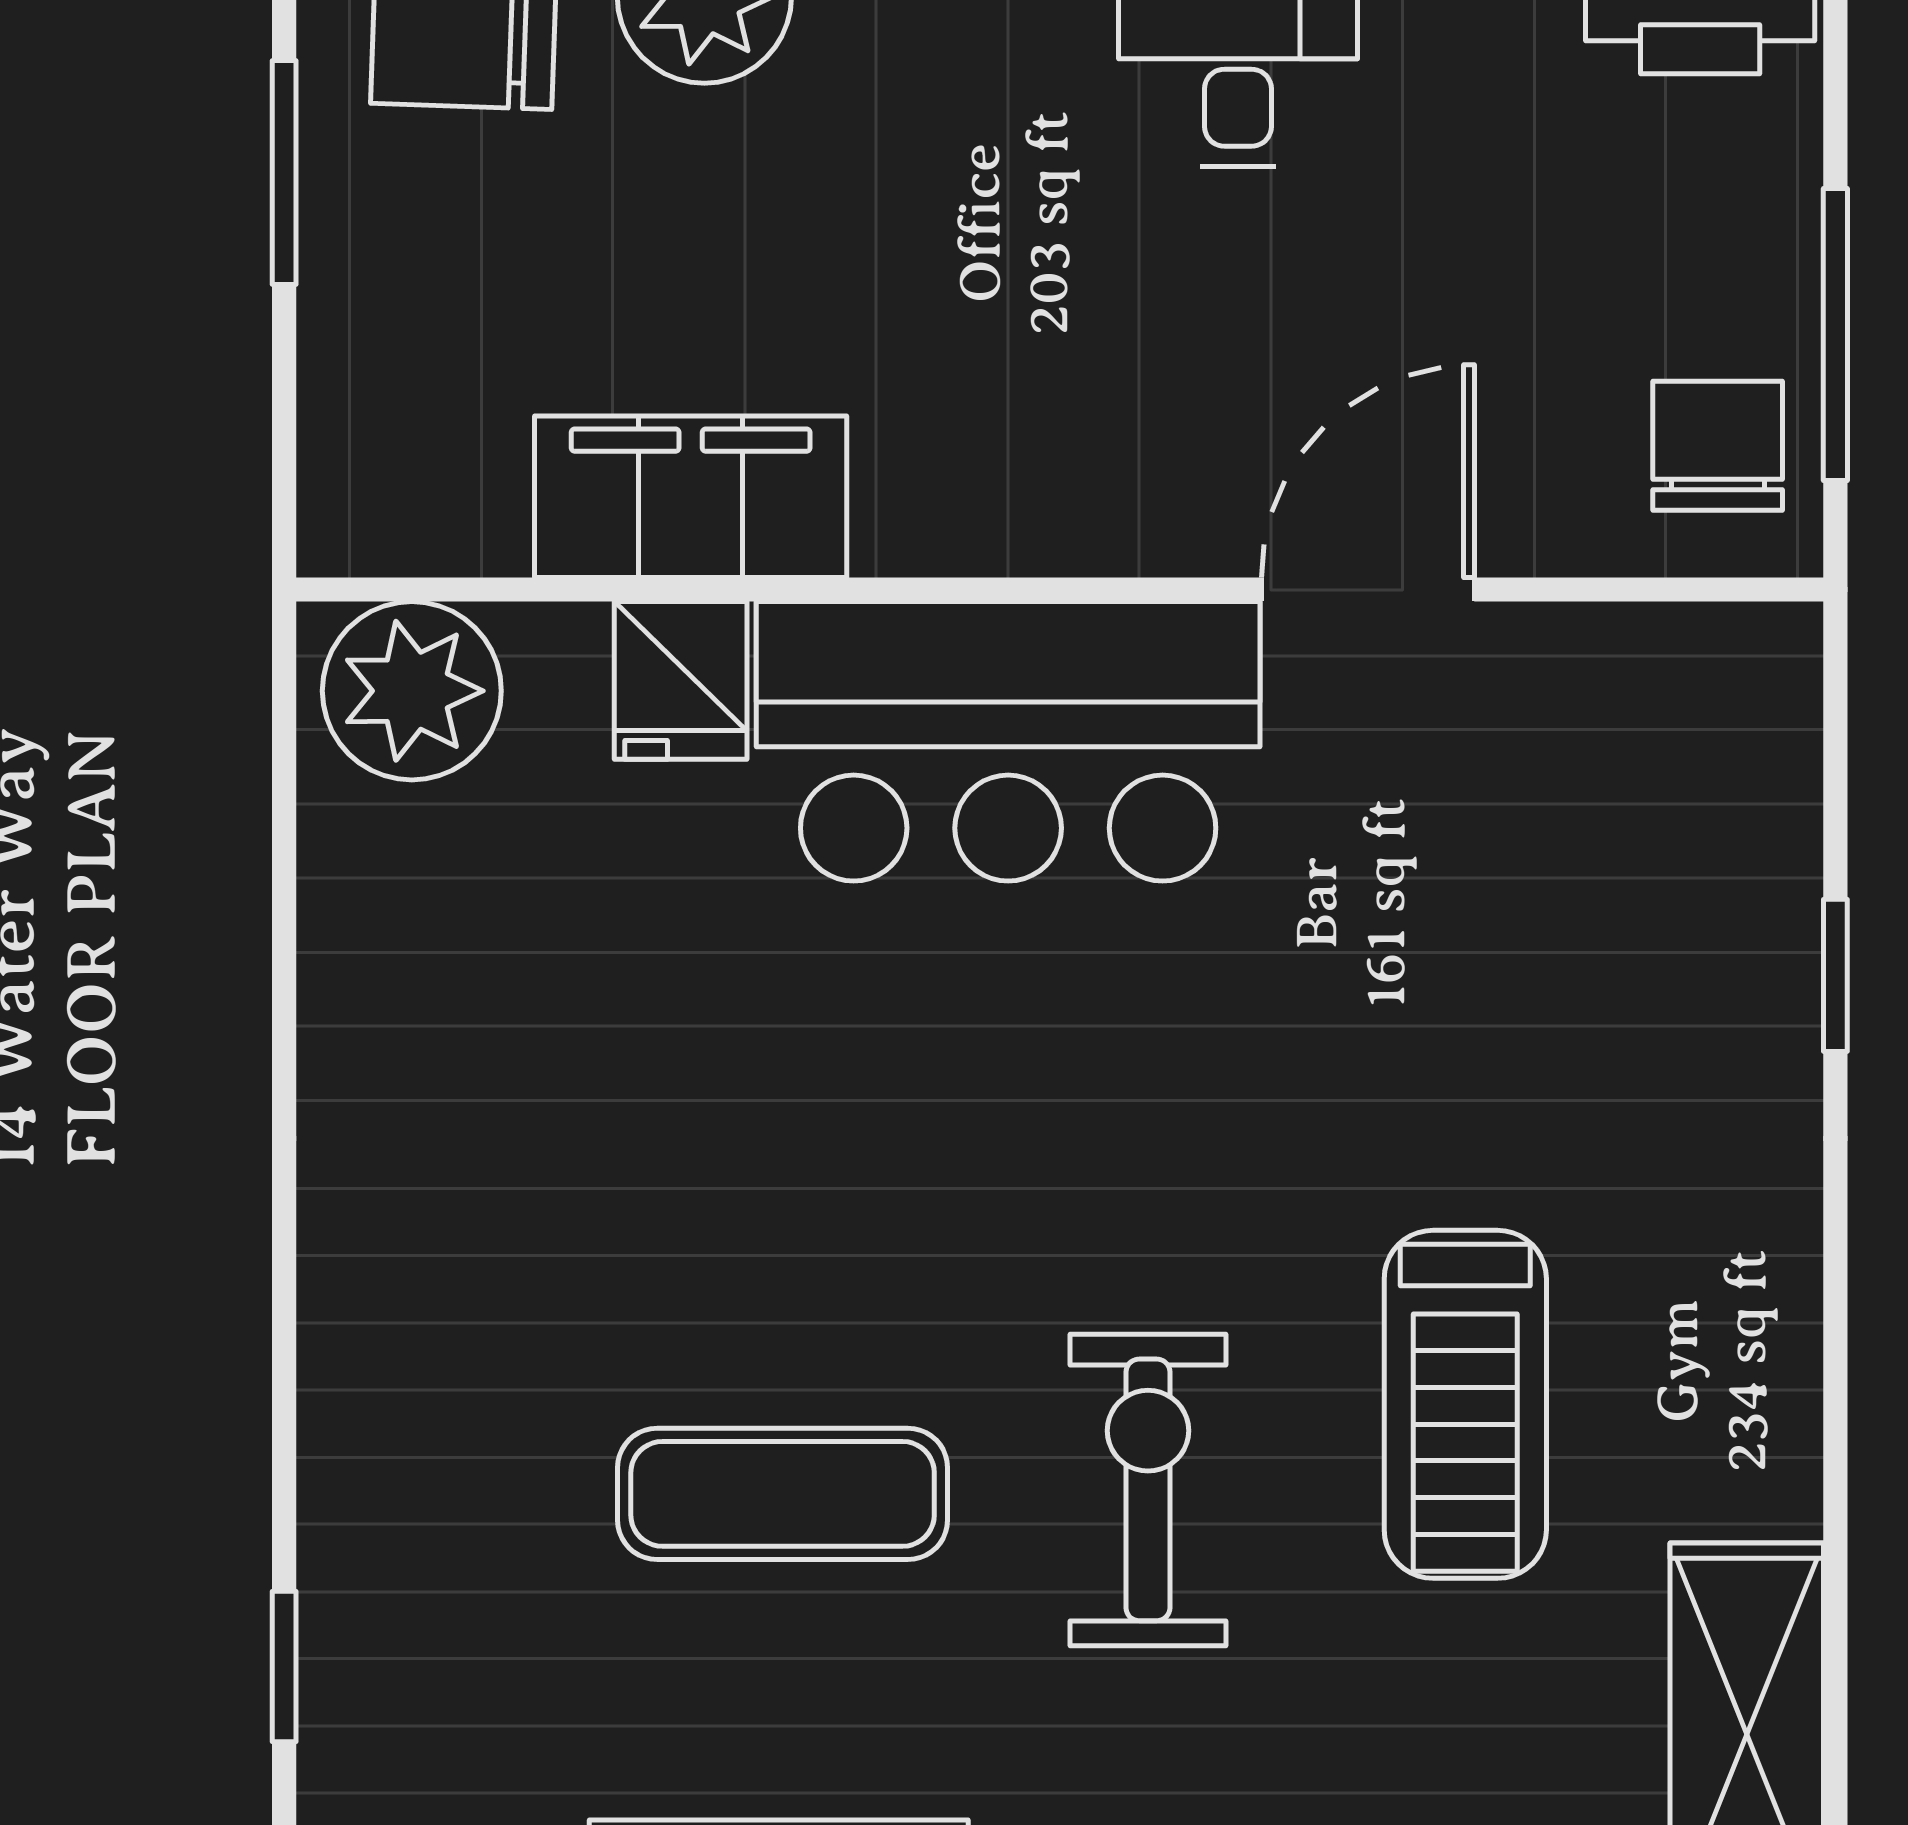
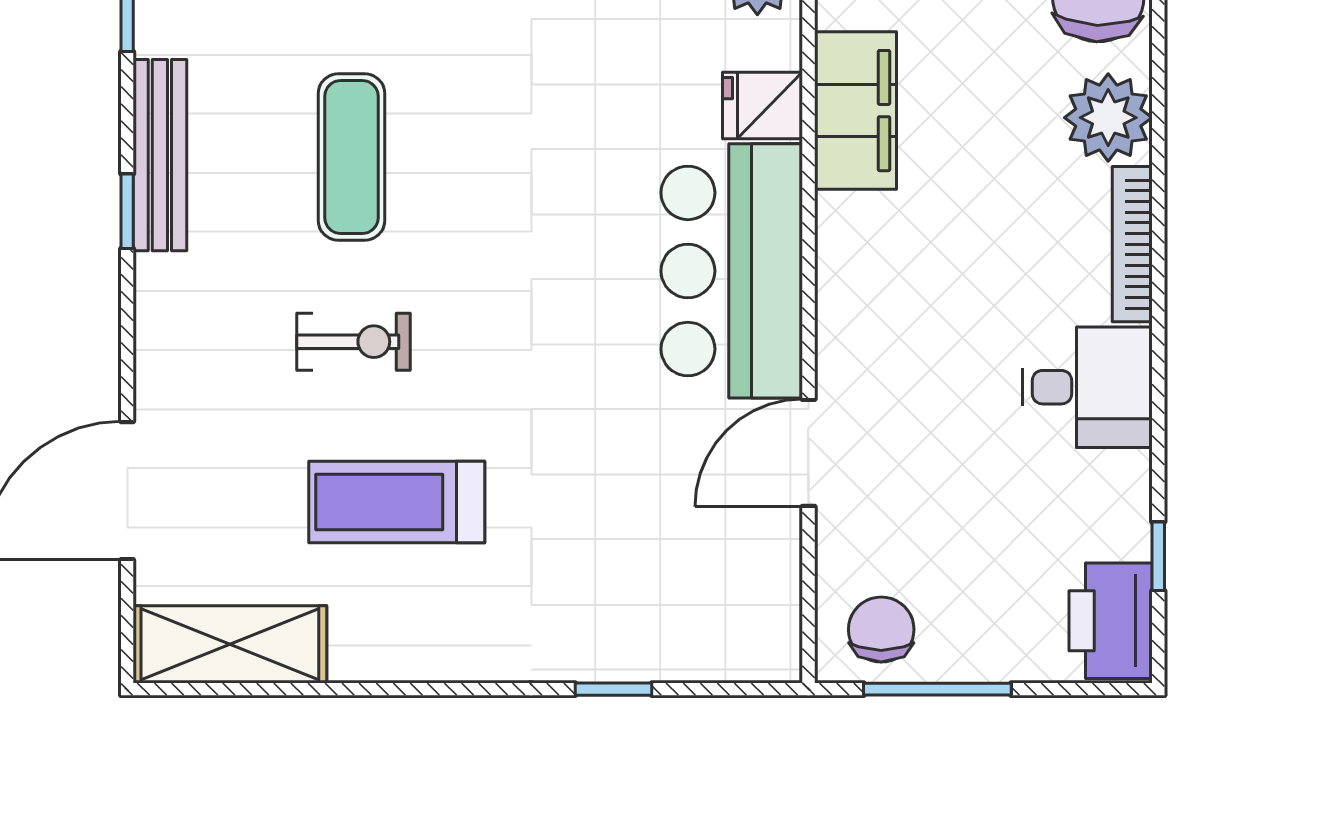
chair: (1718, 446) -> (881, 630), turned -90
door: (1368, 590) -> (808, 453), swing flipped
exercise bike: (1148, 1490) -> (354, 342), width x0.73, depth x0.72

